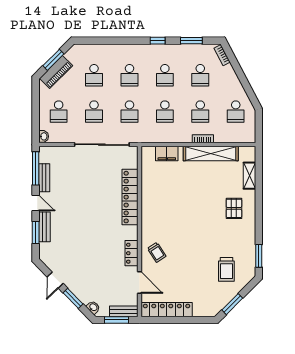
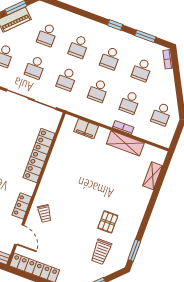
shelving: (211, 154) -> (125, 143), width x0.68
pallet: (234, 208) -> (108, 222), moved

